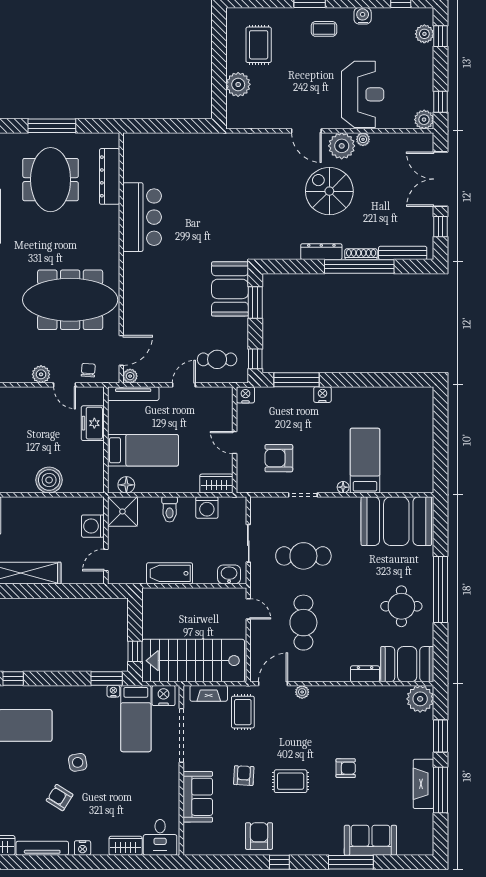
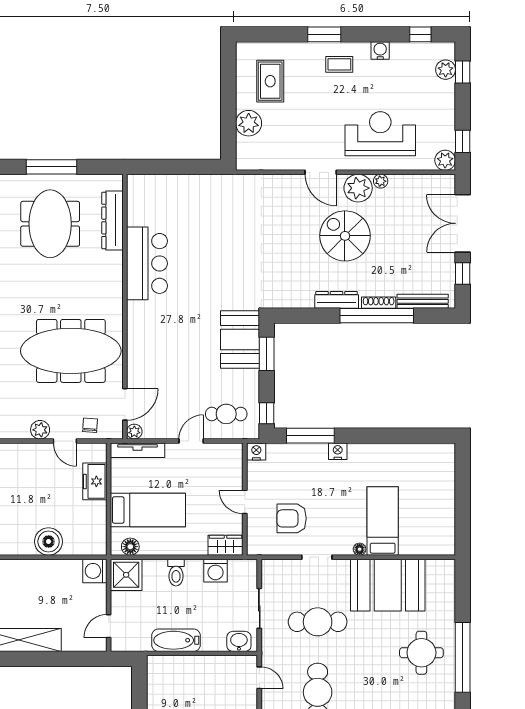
reception desk: (363, 94) -> (380, 134), turned -90
booth: (396, 521) -> (388, 585), moved
washing machine: (93, 526) -> (95, 571), moved
round table: (401, 606) -> (421, 653), moved

